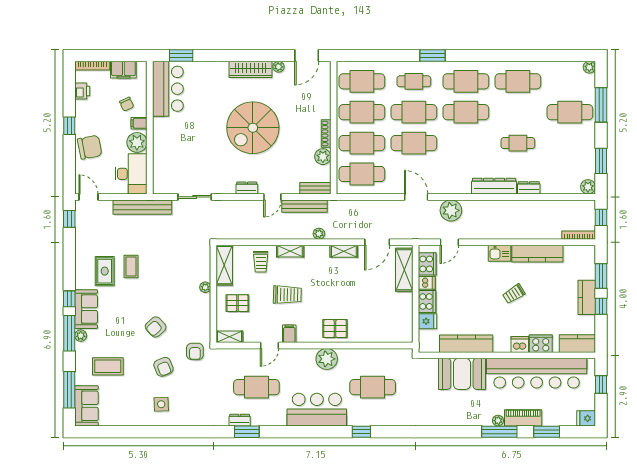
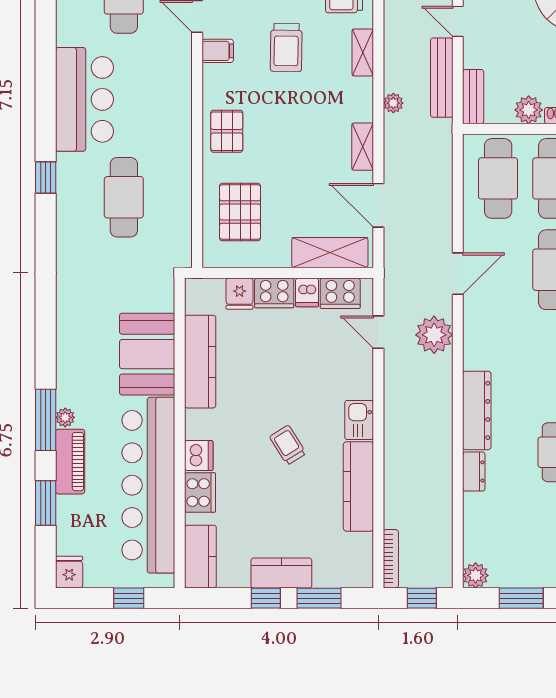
pallet: (381, 321) -> (240, 212), added
plant: (327, 359) -> (173, 117), removed

